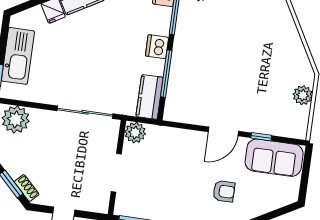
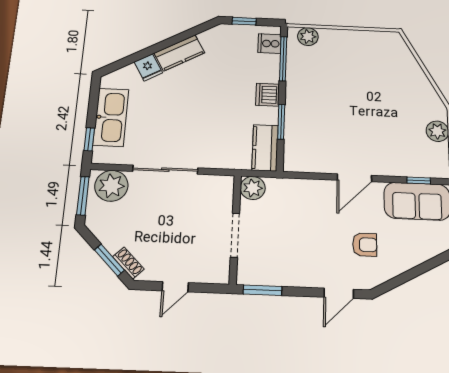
window: (166, 74) -> (281, 122), width x0.69
sliding door: (85, 112) -> (165, 170), moved
window: (261, 137) -> (419, 180), moved

